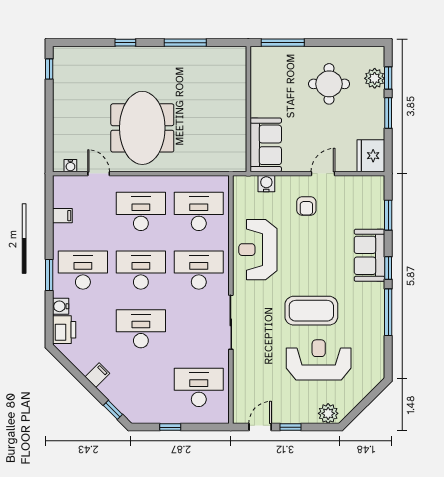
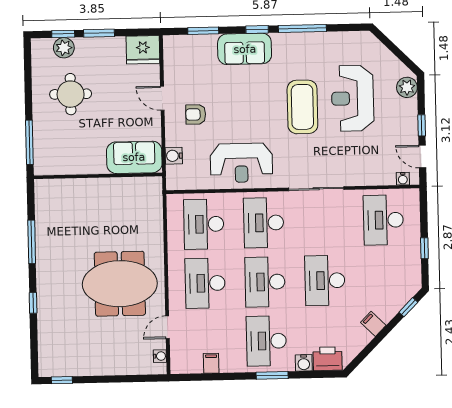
armchair: (306, 206) -> (196, 114), turned 180
water cooler: (239, 407) -> (403, 179), added

